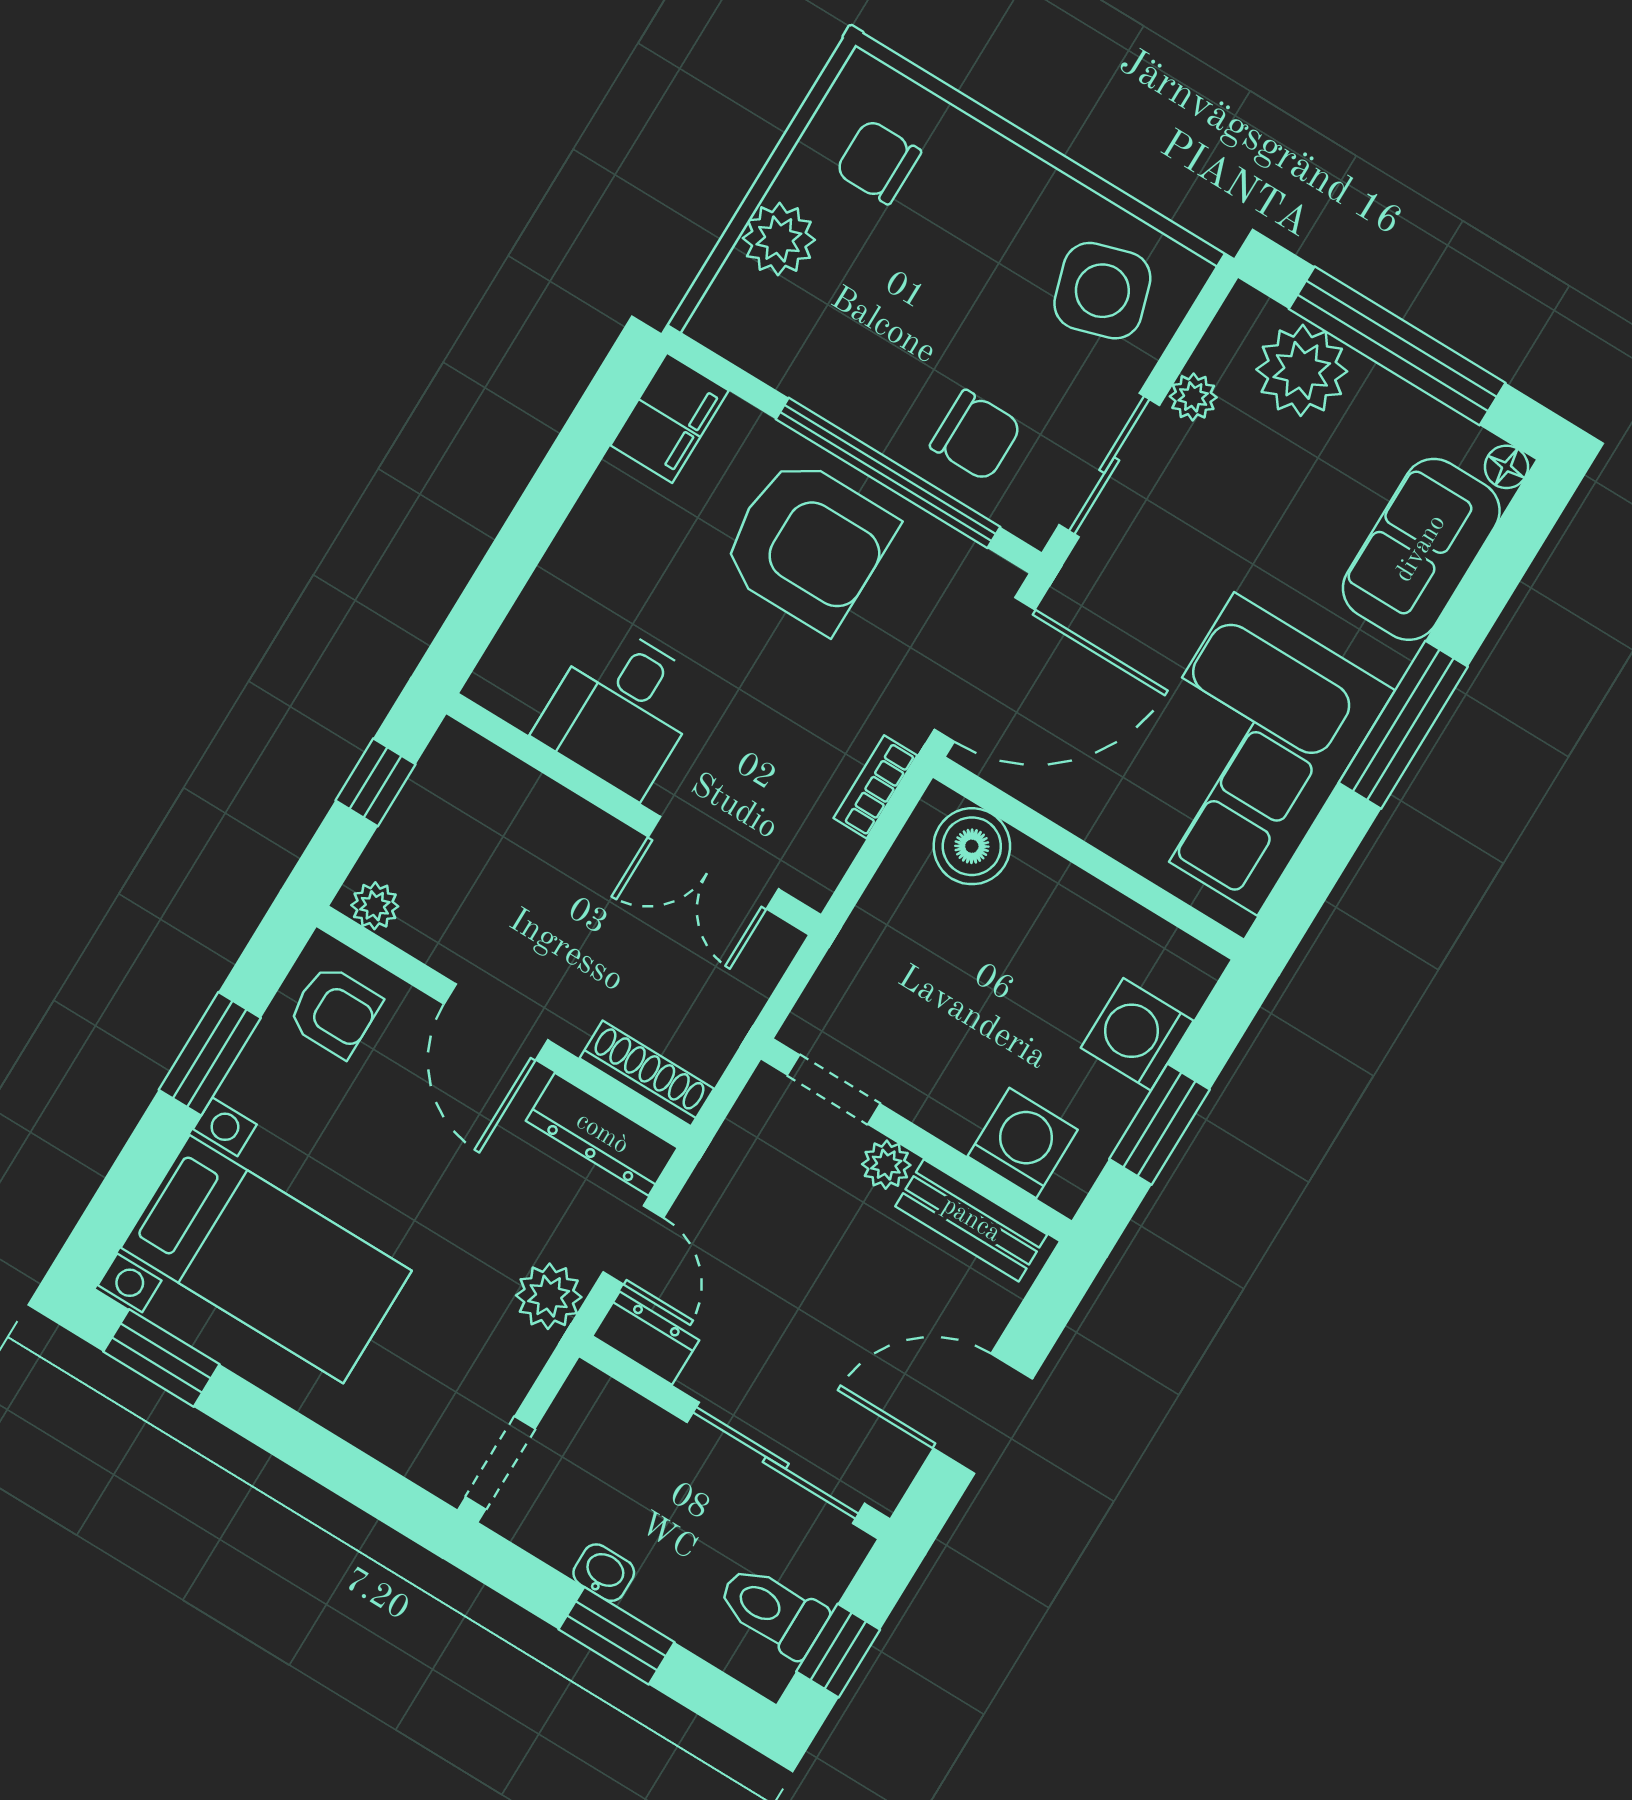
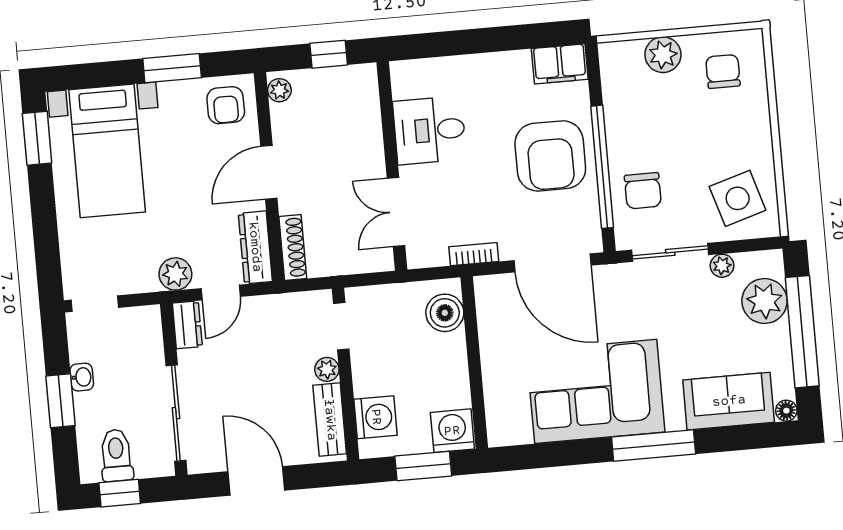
boiler: (972, 846) -> (445, 313), moved
wall: (1088, 858) -> (474, 363), moved

